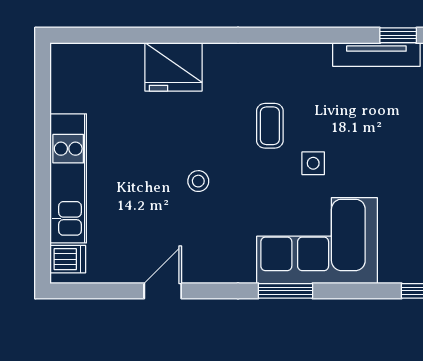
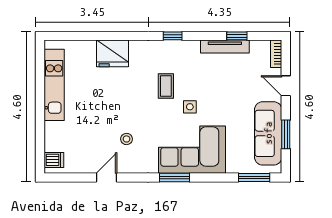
window: (282, 35) -> (173, 36), added
kitchen unit: (68, 178) -> (54, 85), moved
stool: (198, 181) -> (127, 139), moved

